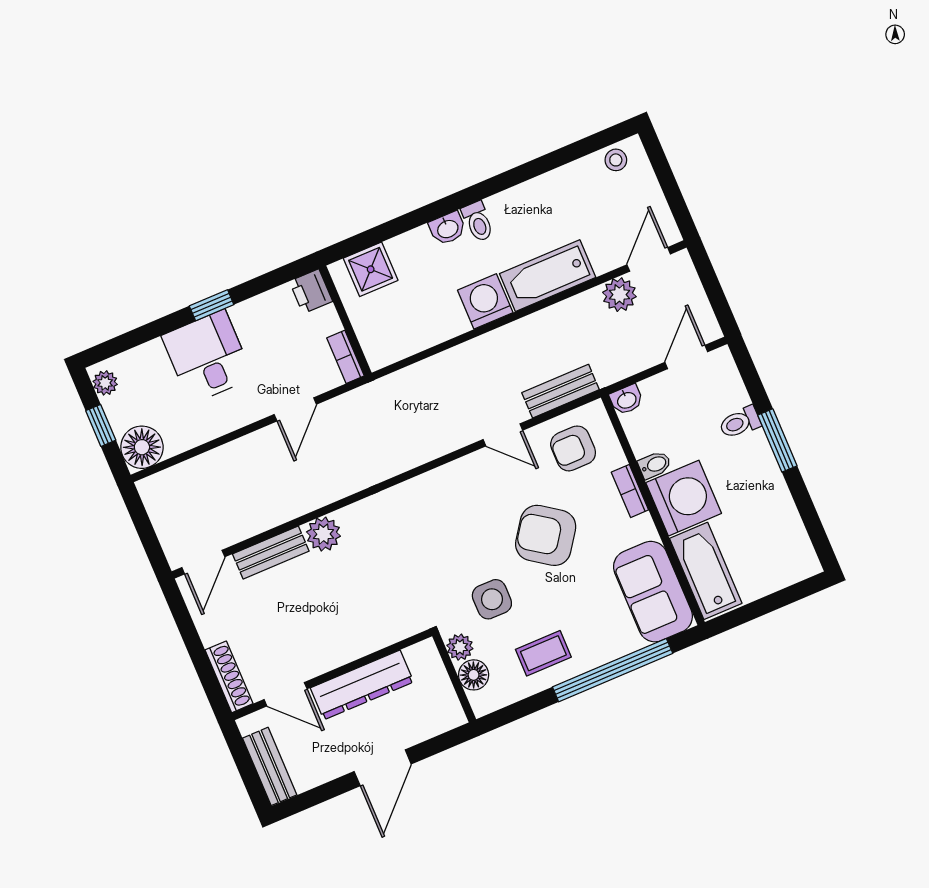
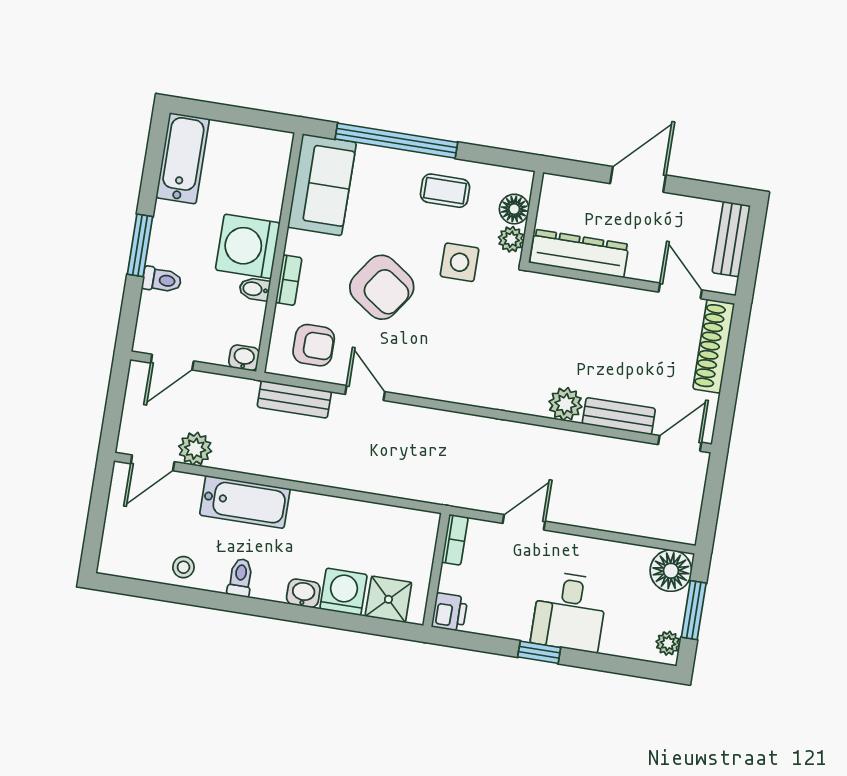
stool: (616, 160) -> (183, 567), moved
toilet: (478, 222) -> (240, 578), moved
washing machine: (485, 301) -> (343, 592), moved, turned 180
window: (101, 425) -> (694, 610), width x1.50
bathtub: (706, 571) -> (183, 158), moved, turned 180
shoe rack: (229, 677) -> (714, 346), width x1.36, depth x1.24
dresser: (362, 685) -> (579, 254), moved

